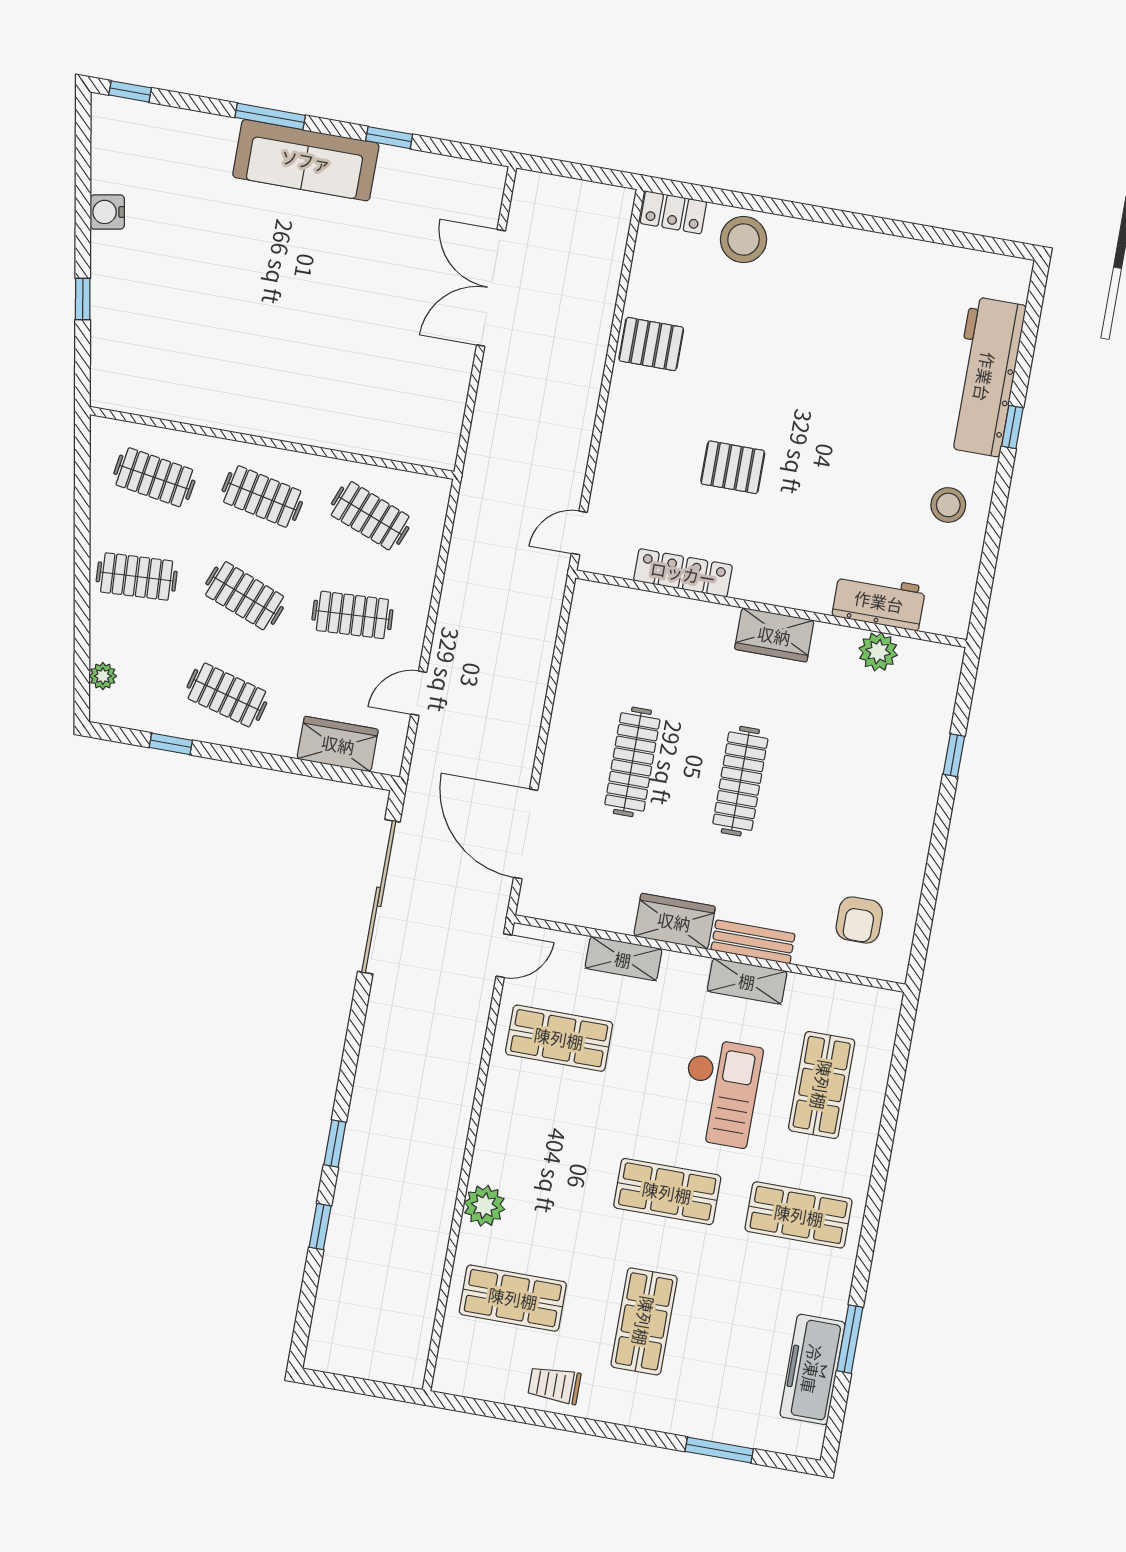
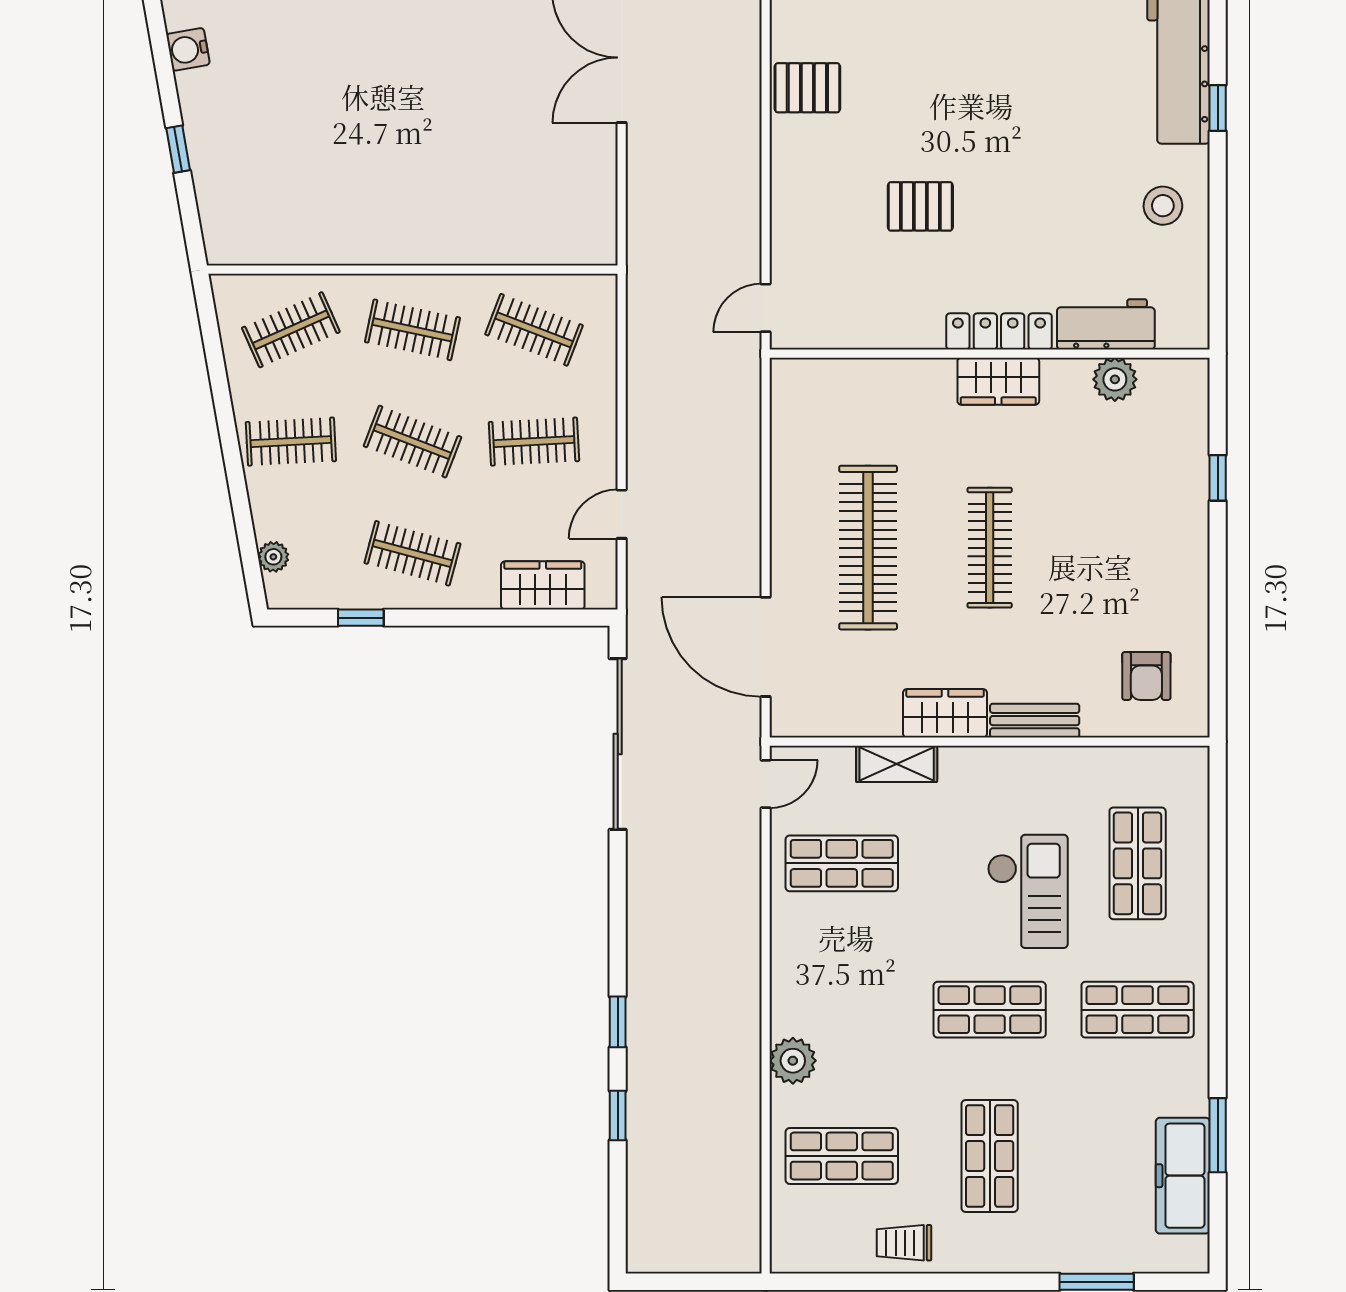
clothes rail: (154, 477) -> (291, 330), turned -33
locker: (683, 573) -> (999, 331), moved
clothes rail: (632, 762) -> (868, 548), width x1.37, depth x1.31
shelving: (747, 981) -> (1036, 765), removed

